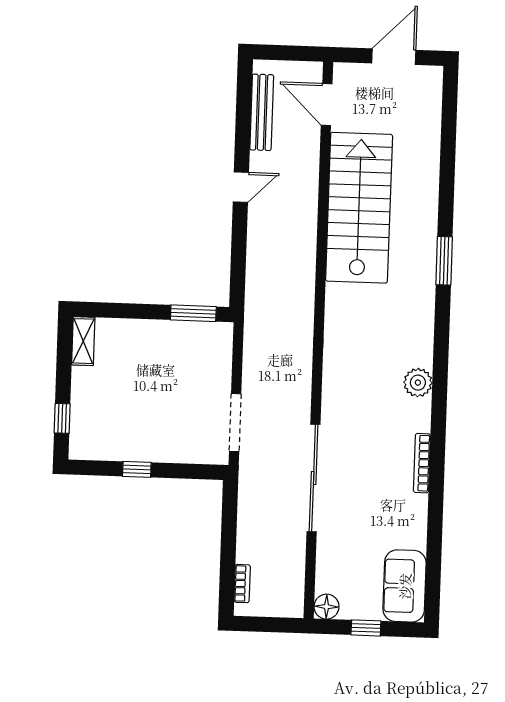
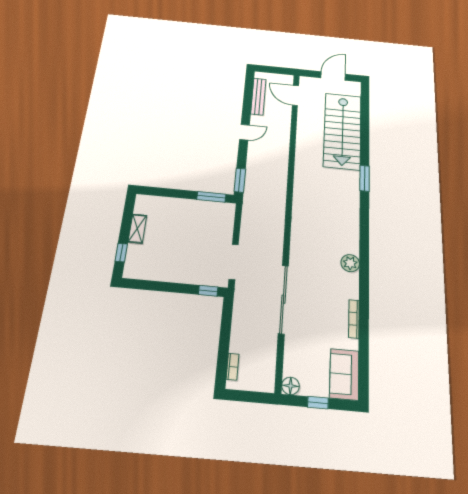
stairs: (359, 208) -> (343, 131), moved, turned 180
window: (238, 280) -> (240, 180), added
shelving: (83, 341) -> (137, 229), moved
plant: (418, 383) -> (350, 263), moved
bookcase: (422, 463) -> (354, 319), moved
window: (137, 469) -> (208, 291), moved

